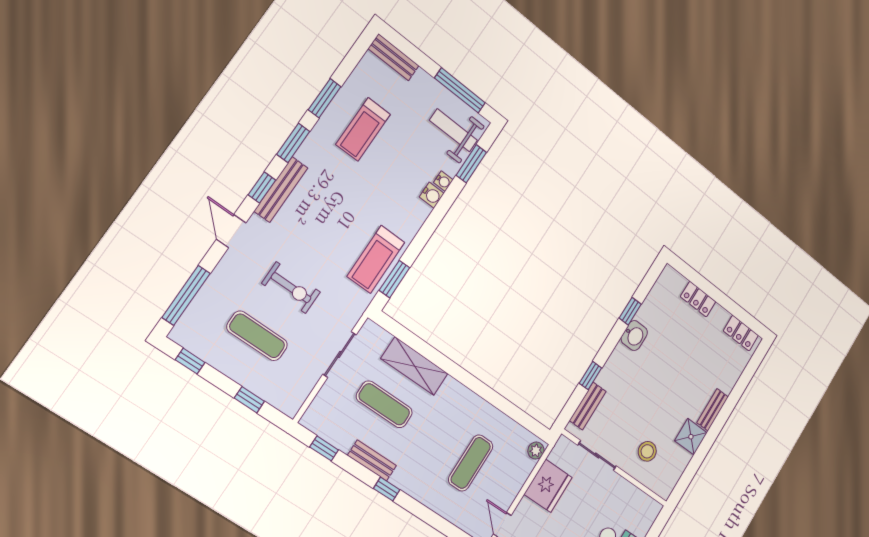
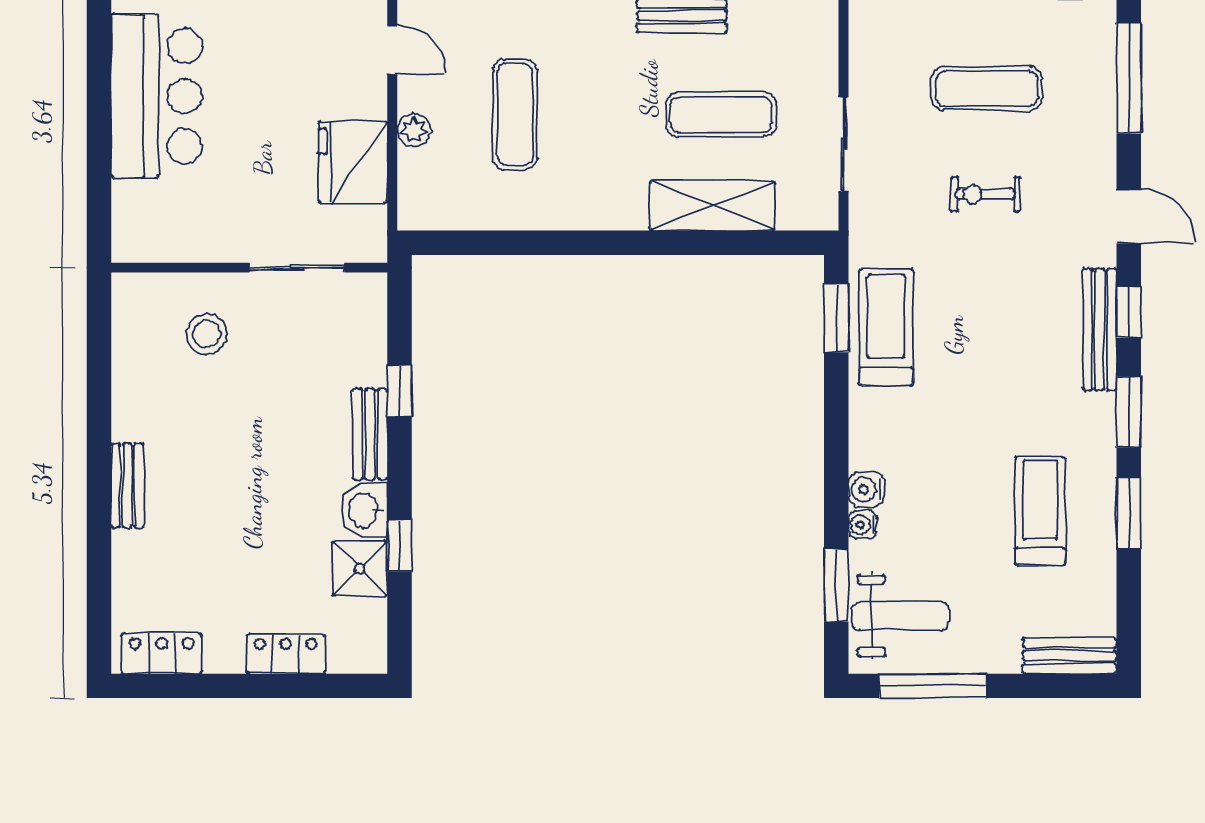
exercise bike: (291, 288) -> (985, 194), width x0.73, depth x0.72
bench: (588, 406) -> (370, 434), moved
shower: (691, 437) -> (360, 569), moved
plant: (536, 451) -> (414, 130), moved

